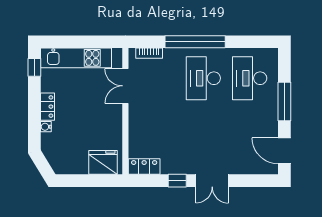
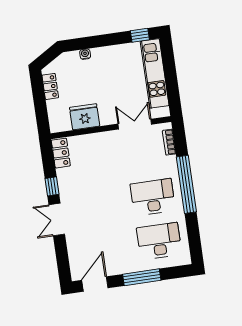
locker: (47, 107) -> (50, 86), moved, turned -90
fridge: (103, 162) -> (85, 117), moved, turned -90

